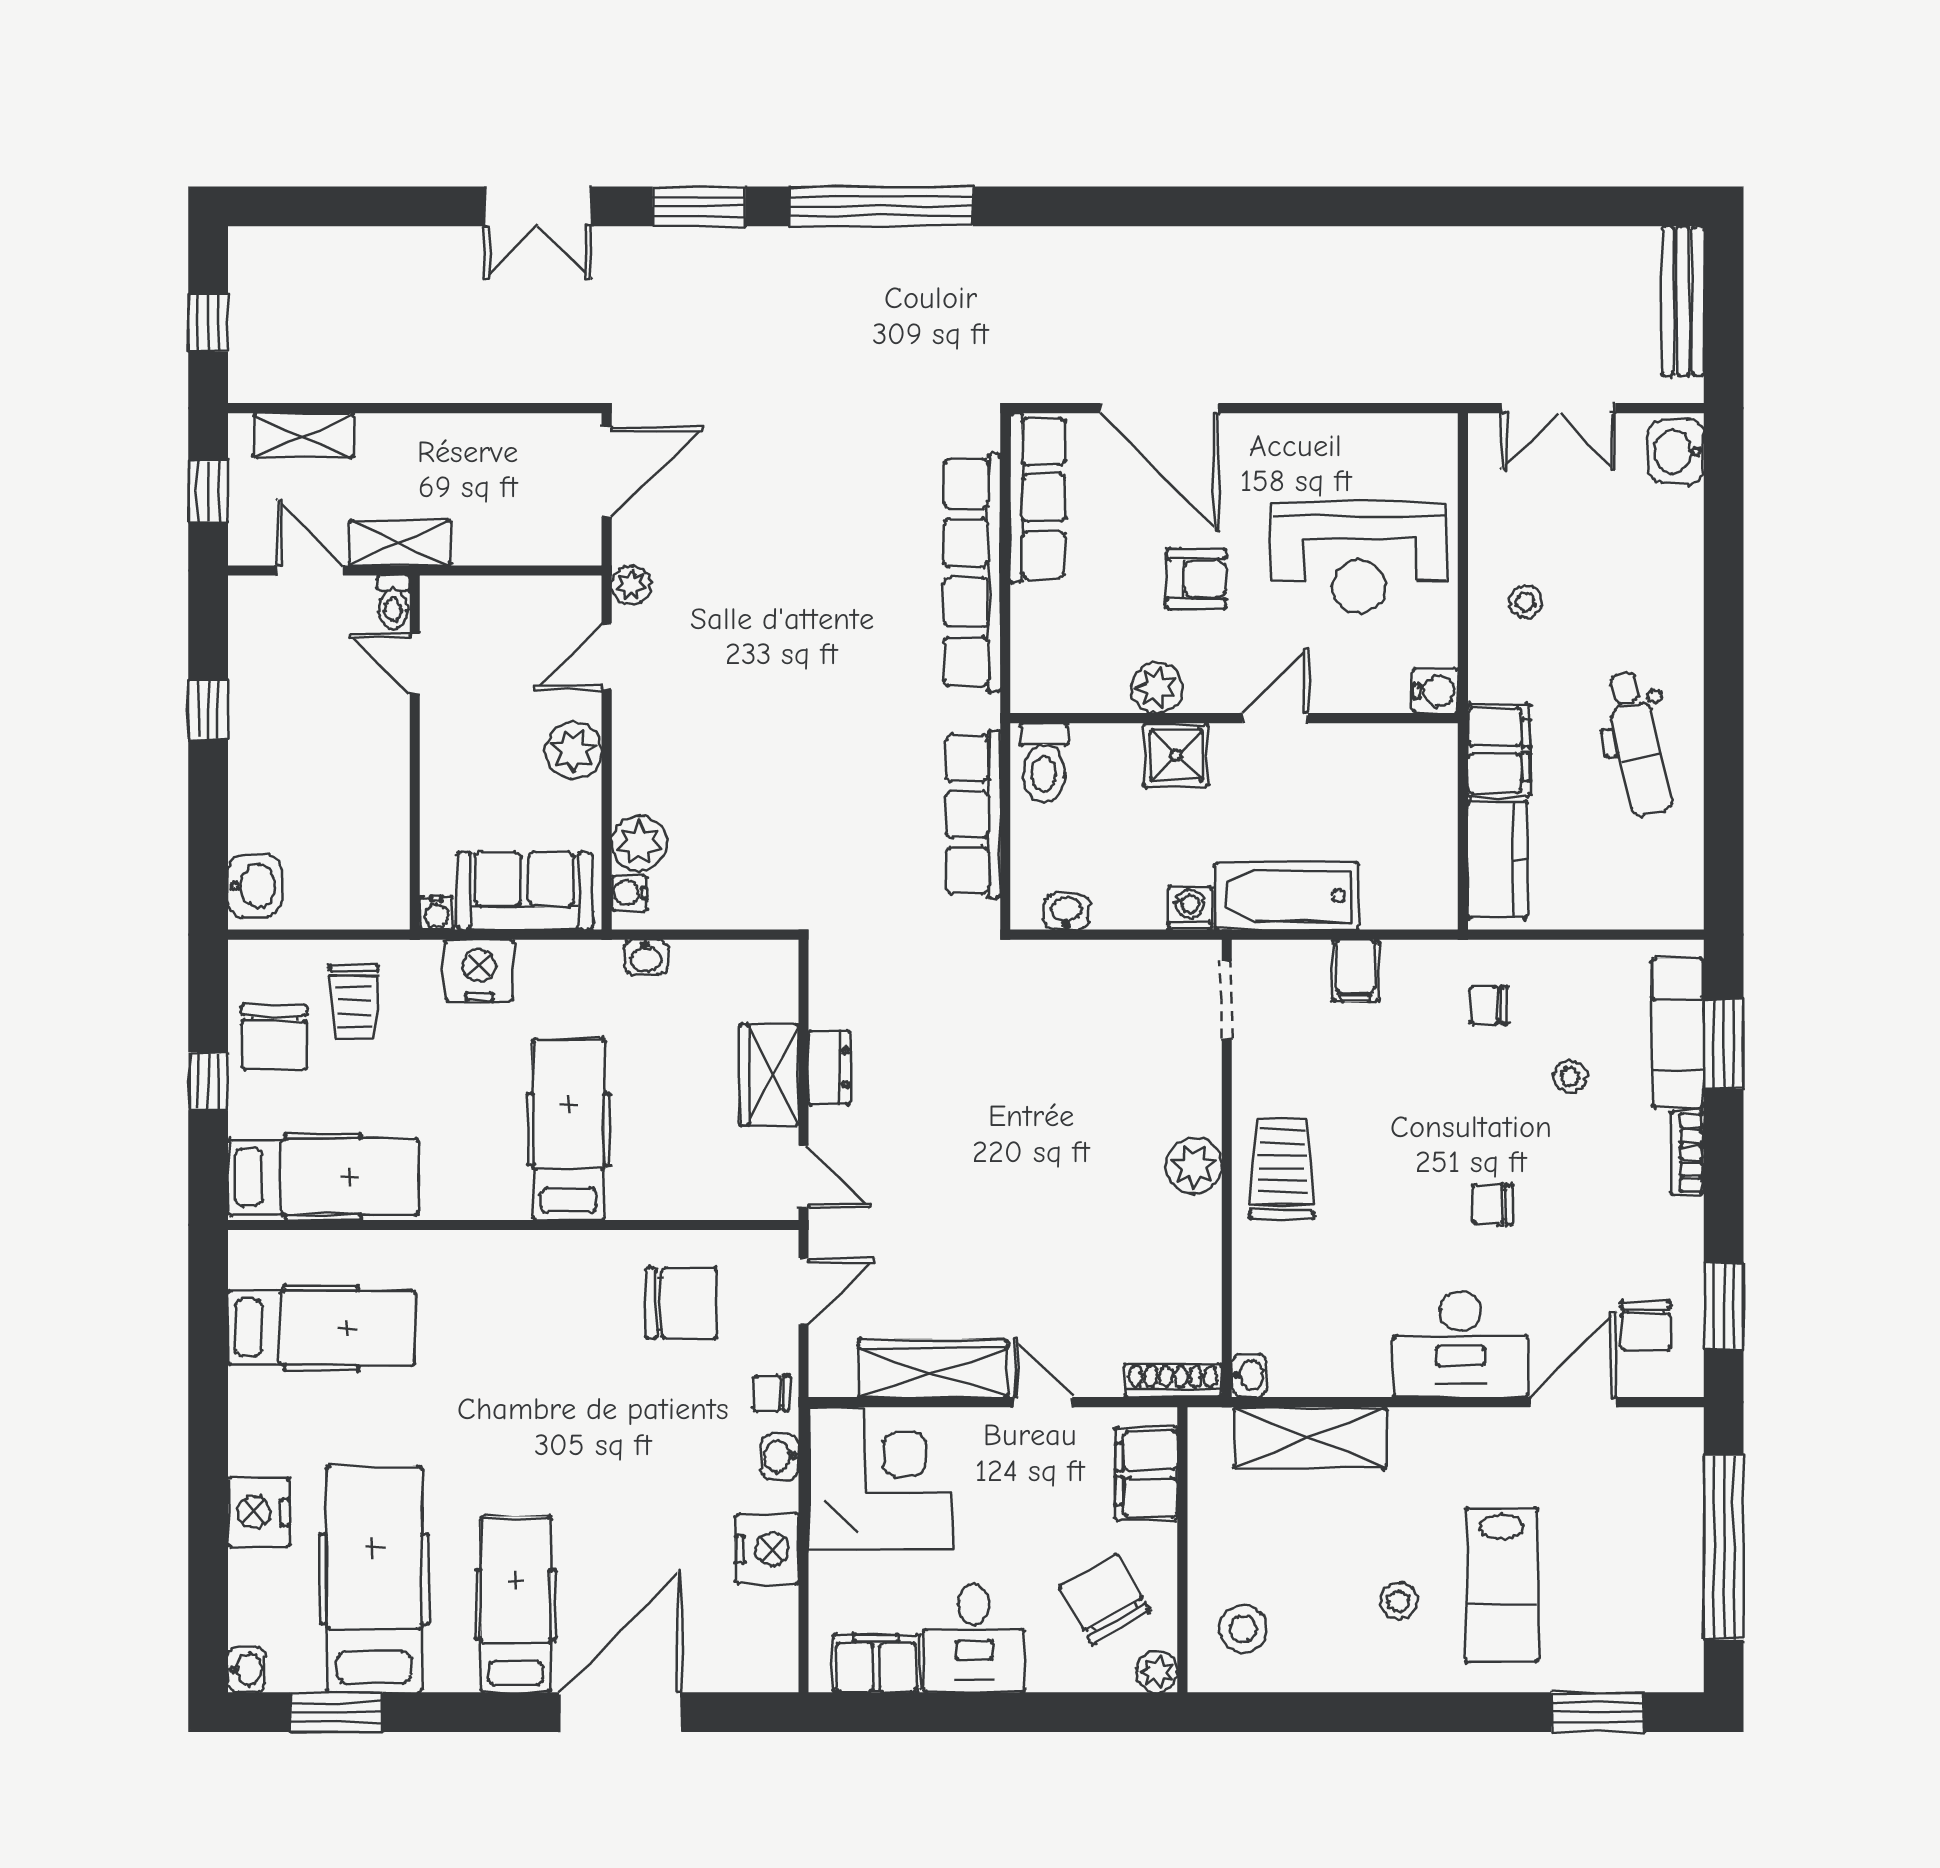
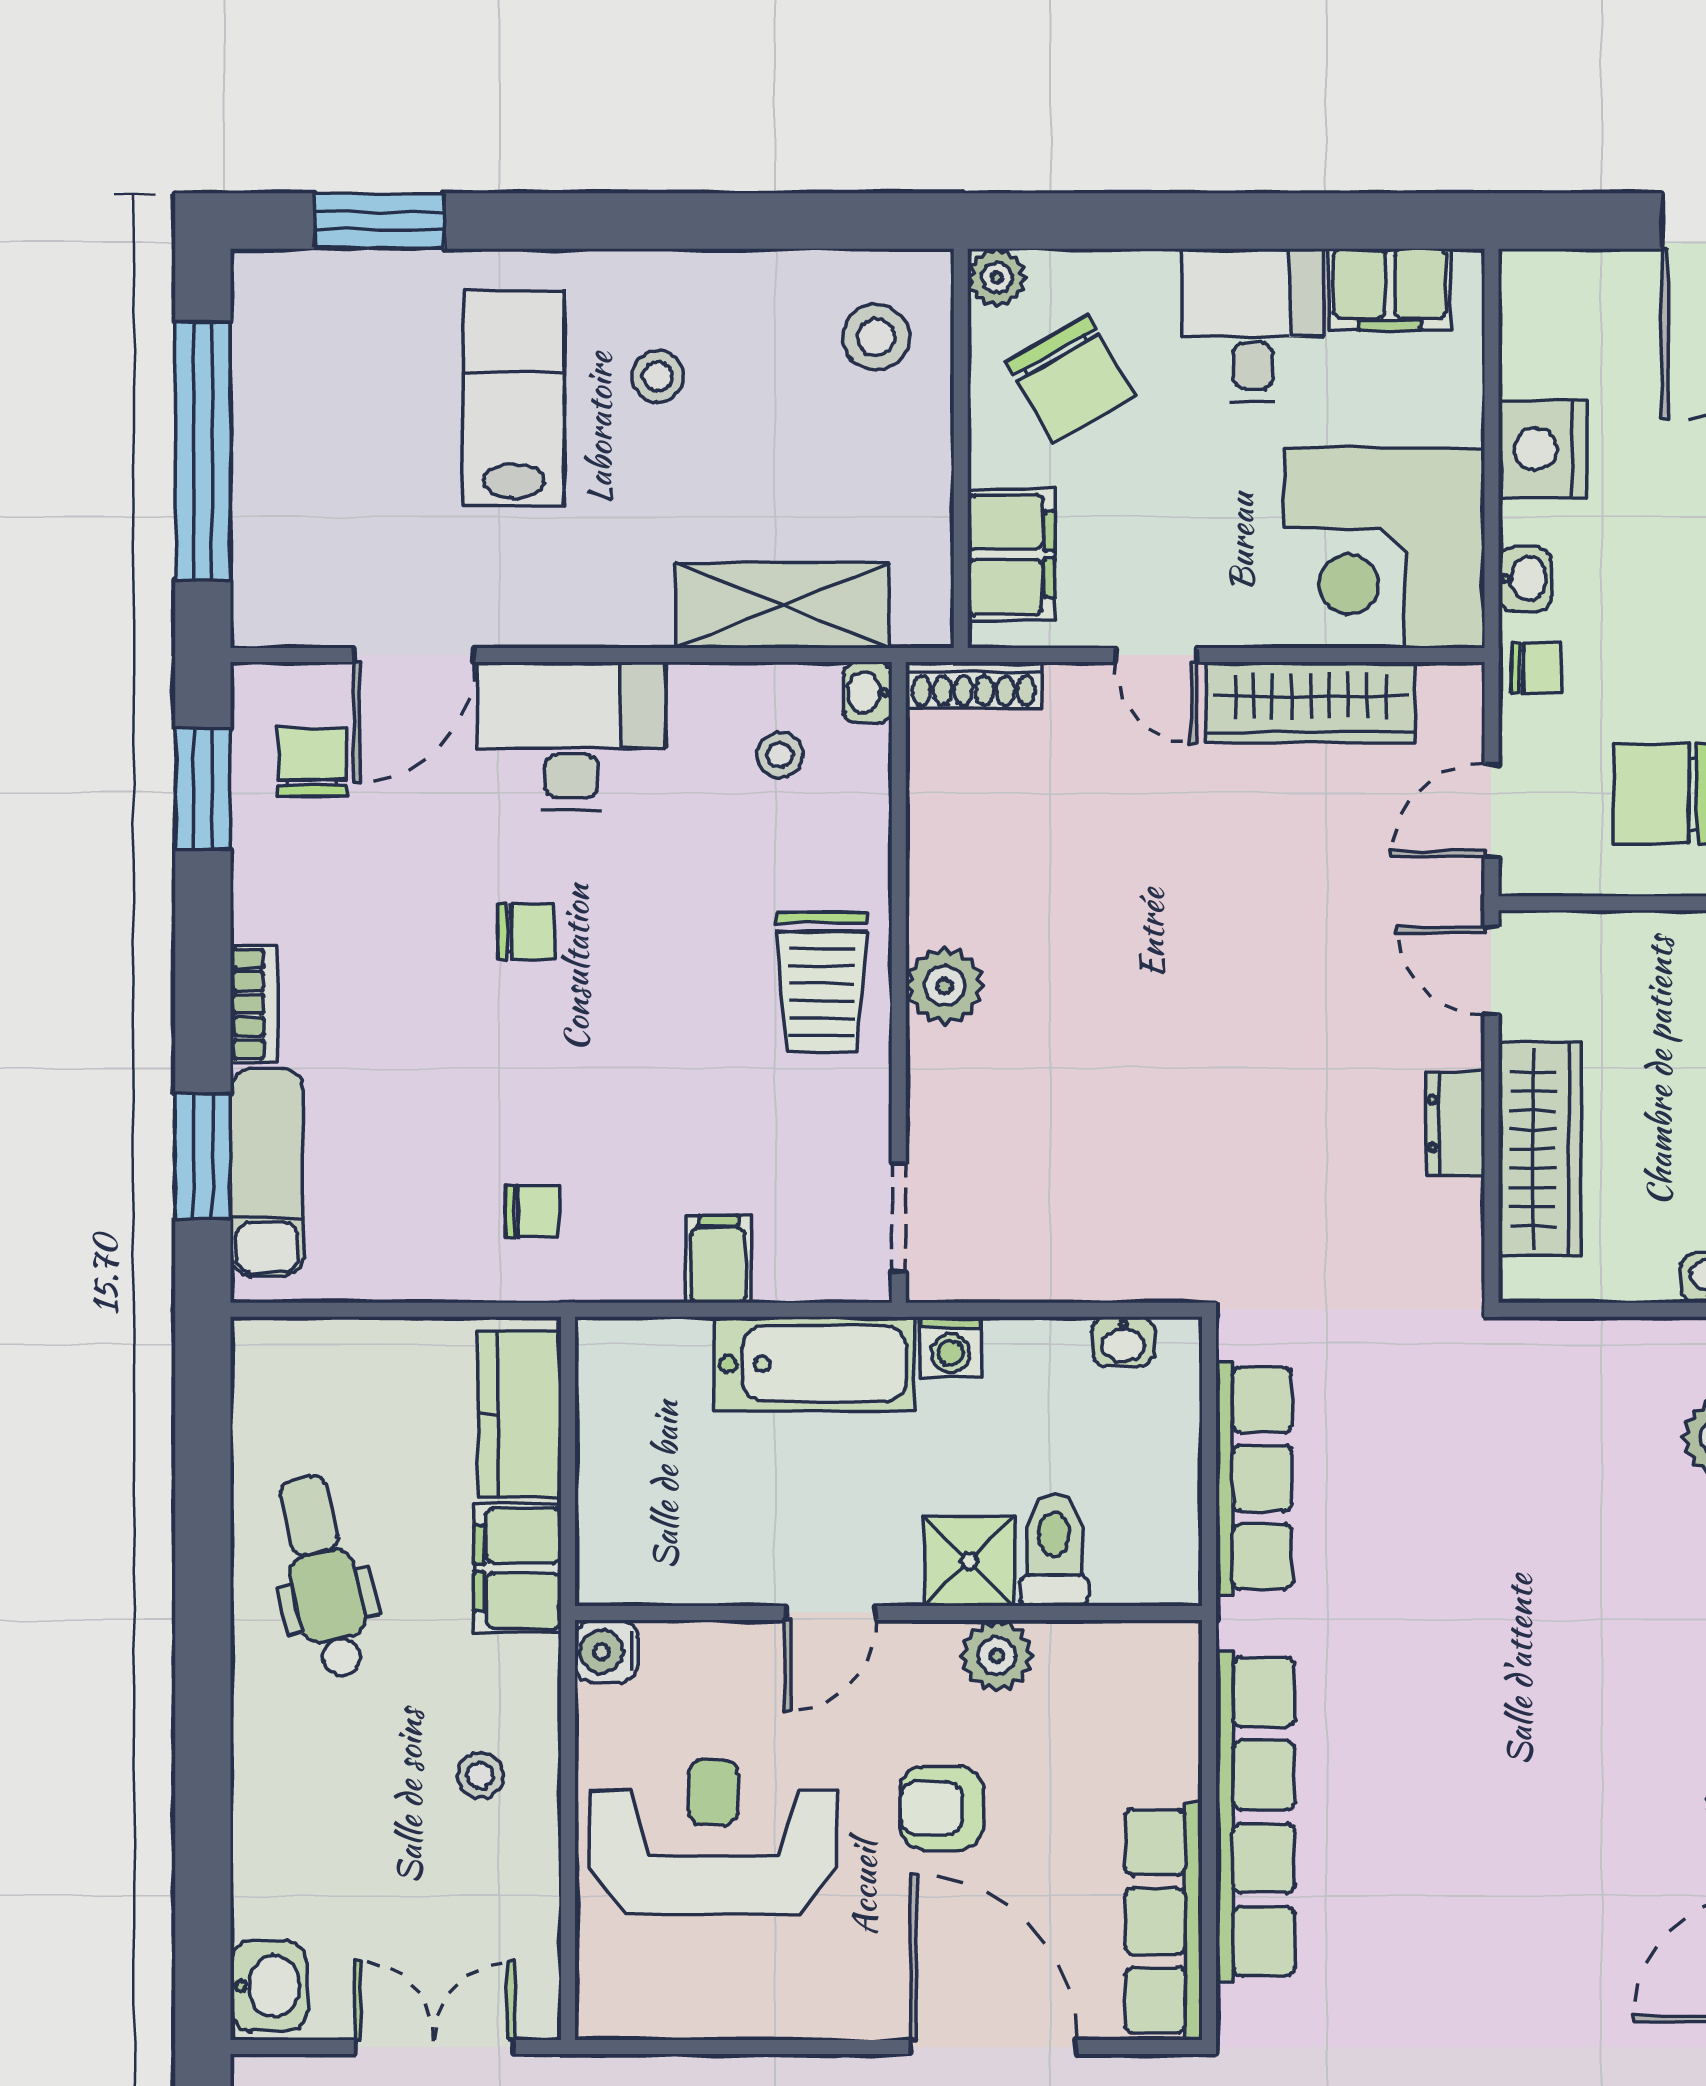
toilet: (1044, 763) -> (1054, 1550), moved
wardrobe: (769, 1075) -> (1540, 1149), width x1.50
stool: (1570, 1076) -> (780, 755), moved

